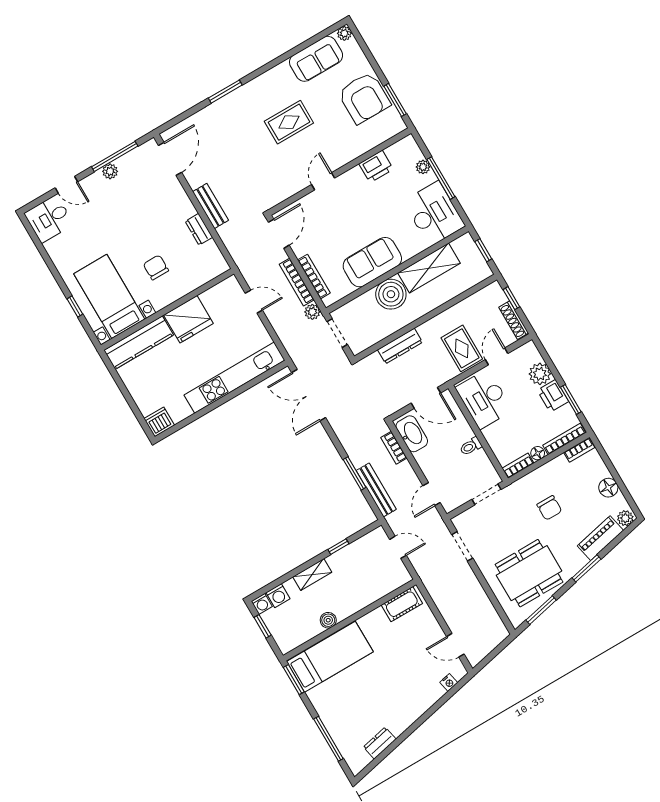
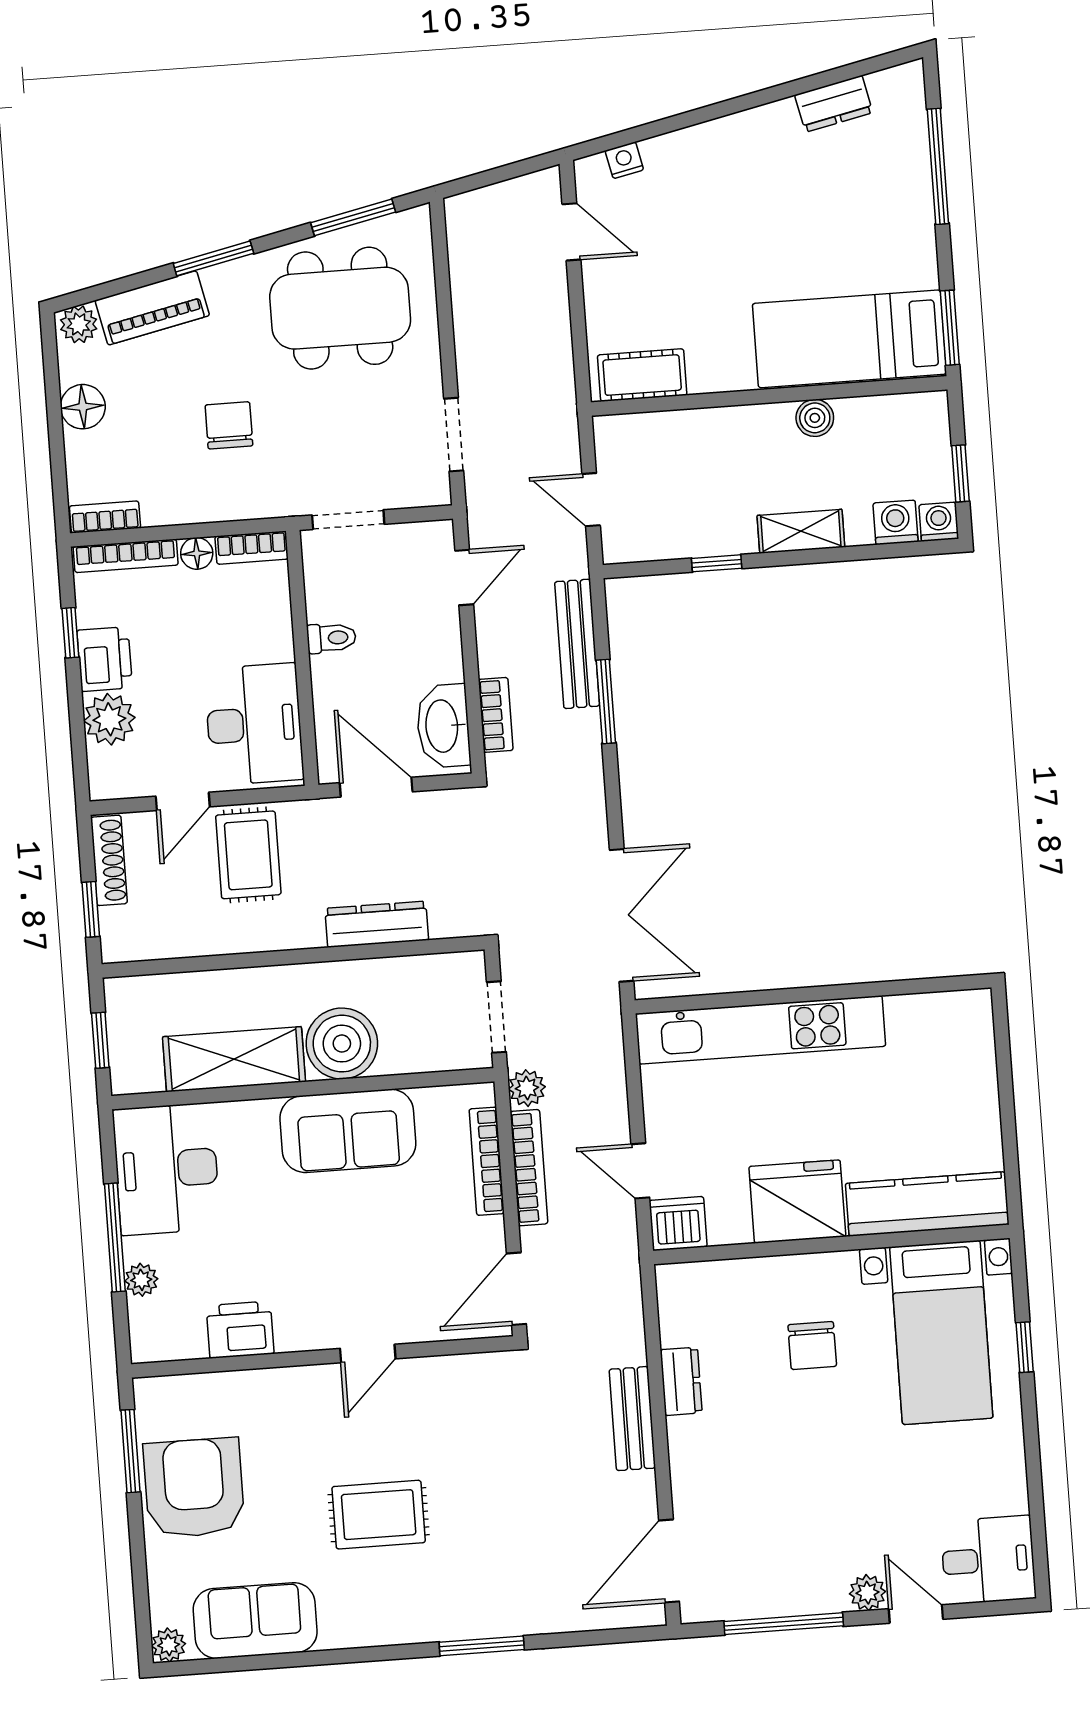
plant: (110, 171) -> (868, 1593), moved
window: (571, 399) -> (70, 633), width x0.67
dishwasher: (159, 422) -> (678, 1224), moved, turned 180

